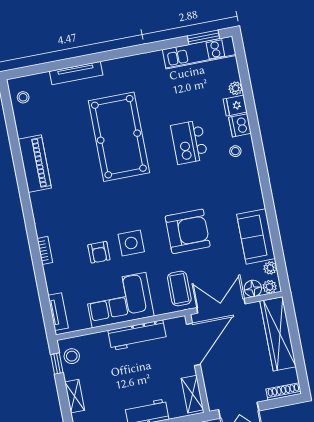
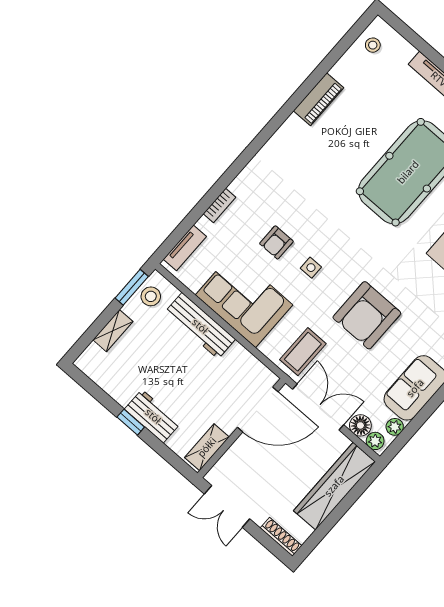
piano: (35, 164) -> (319, 99), width x0.73, depth x0.75
armchair: (188, 231) -> (367, 315), turned 90
side table: (131, 243) -> (311, 268), width x0.54, depth x0.54
bookcase: (45, 250) -> (219, 205), moved
workbench: (137, 335) -> (200, 326), moved
window: (57, 364) -> (132, 287), width x1.50

